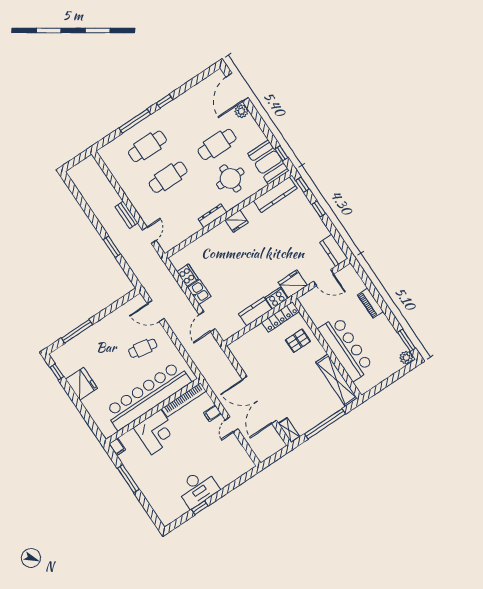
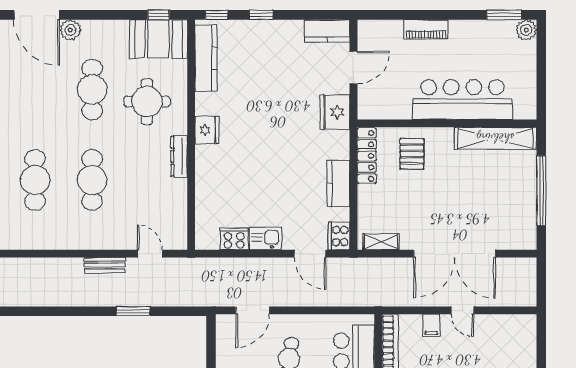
cooker: (276, 298) -> (339, 236), moved
shelving: (289, 430) -> (381, 242), moved

